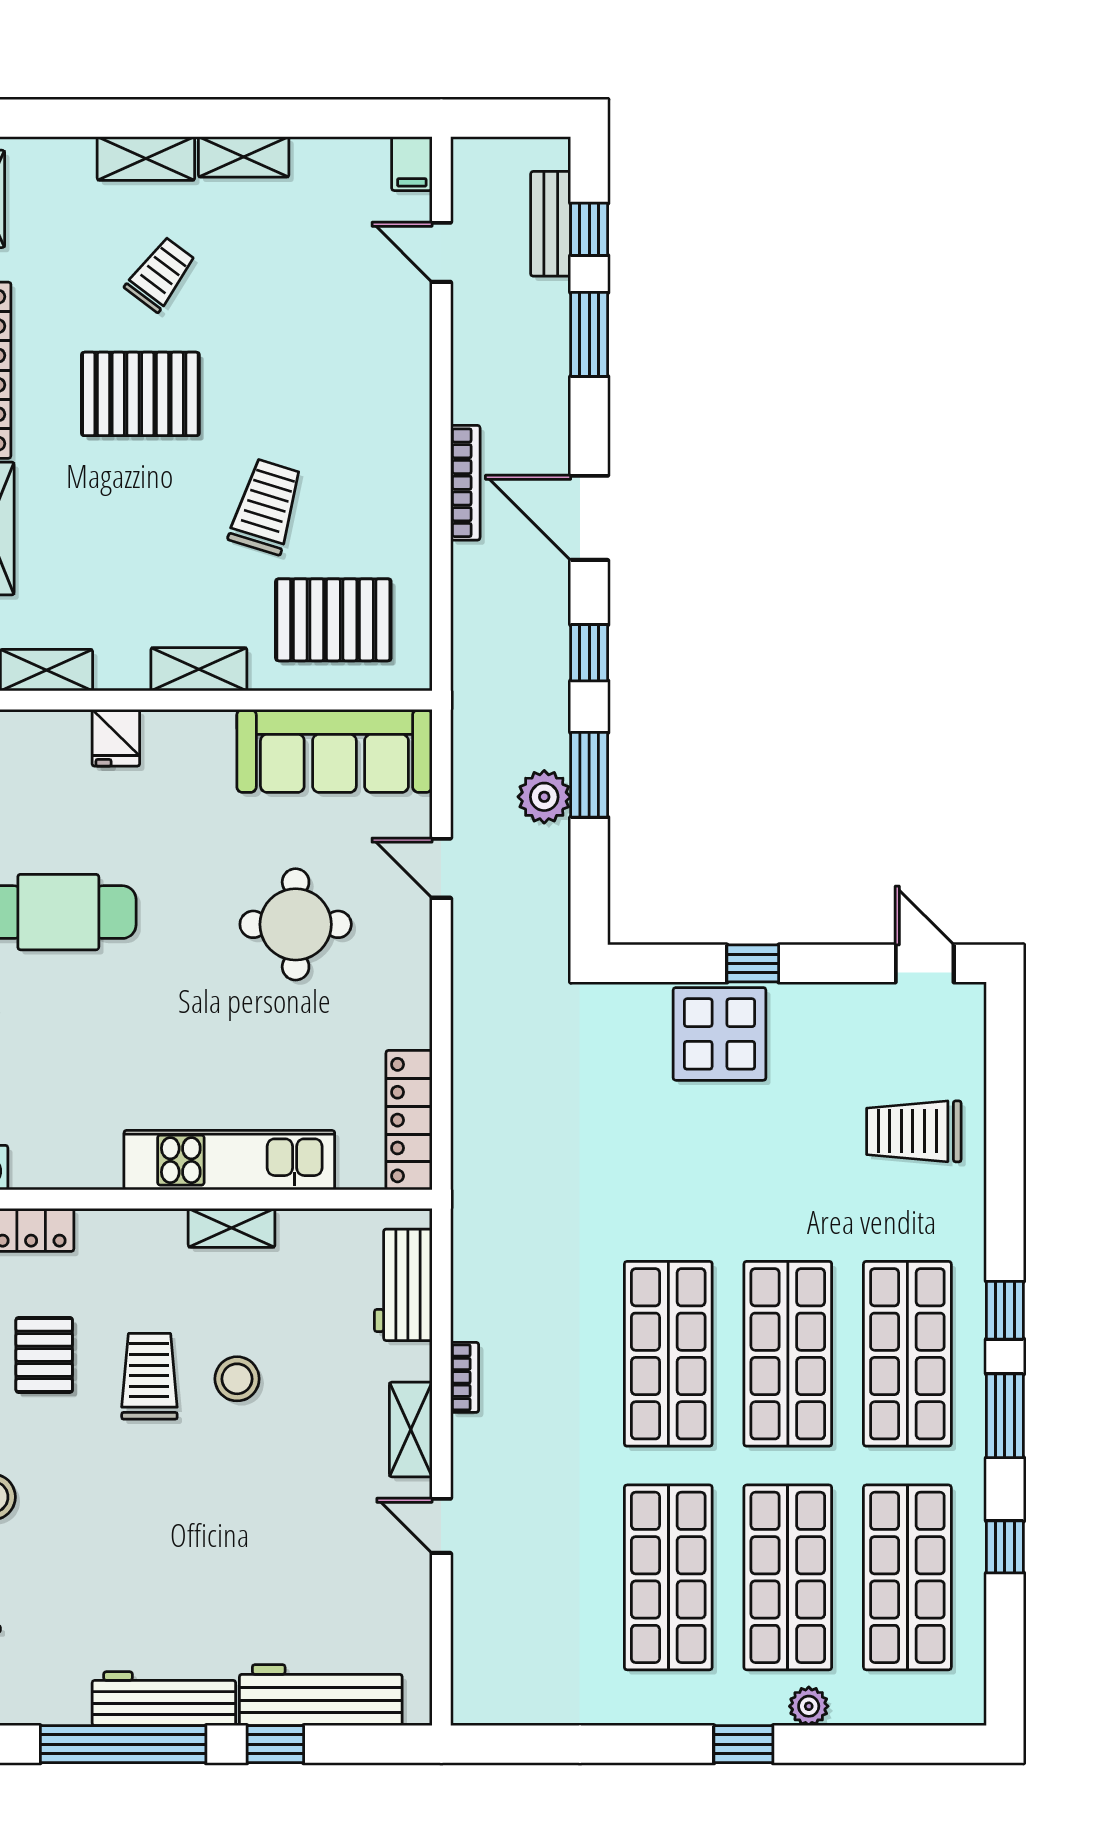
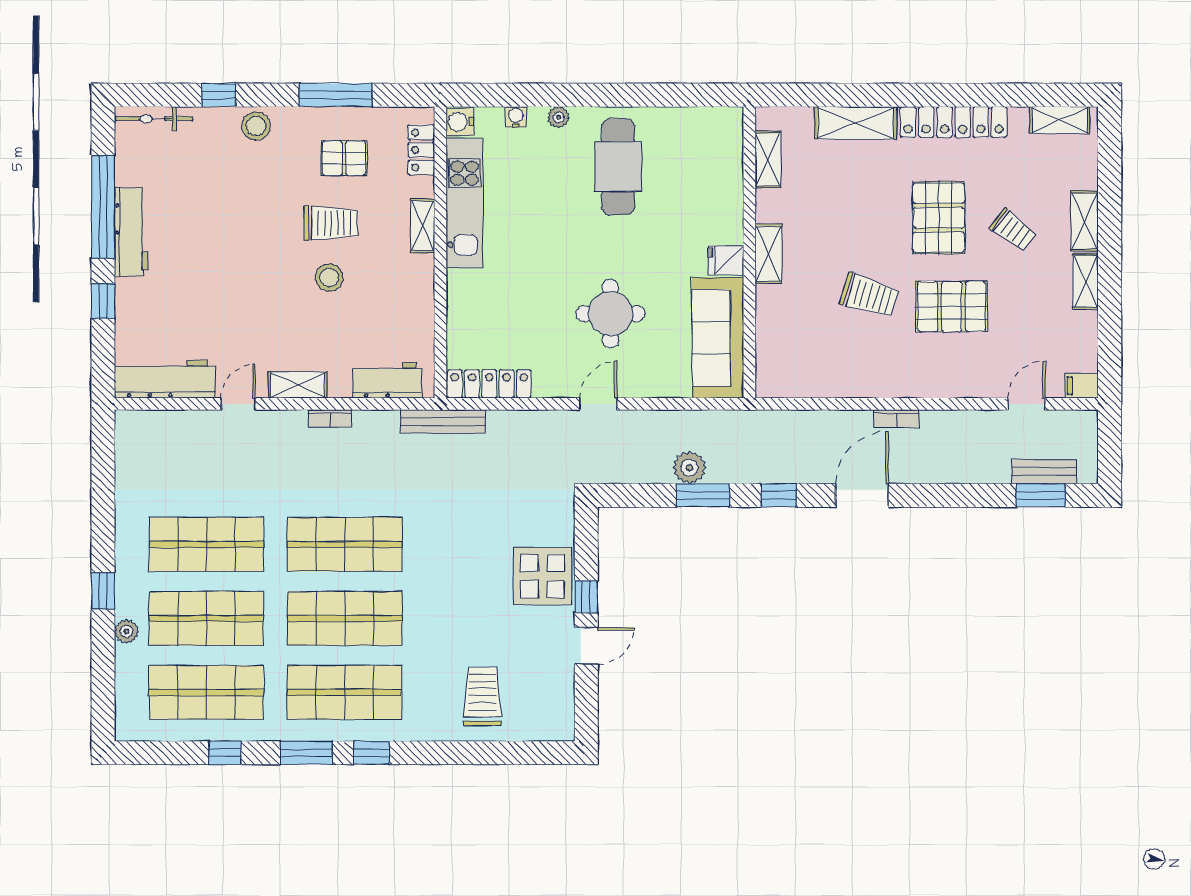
window: (589, 229) -> (1041, 495), width x1.50
window: (589, 334) -> (976, 495), removed
bookcase: (465, 483) -> (897, 419), width x0.64
pallet: (333, 620) -> (952, 307), moved, turned 90
fridge: (116, 738) -> (726, 260), moved
door: (441, 868) -> (598, 404), moved
door: (925, 963) -> (586, 646), moved
kitchen unit: (229, 1160) -> (465, 203), moved
bench: (470, 1195) -> (443, 421), added
shelving: (232, 1228) -> (423, 226), moved
workbench: (321, 1695) -> (165, 379), moved, turned -90

